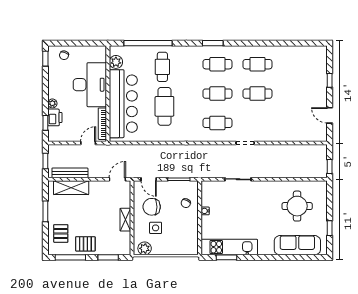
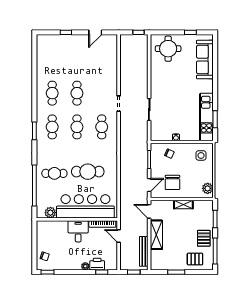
desk: (90, 85) -> (78, 231), width x0.53, depth x0.77
shelving: (71, 188) -> (156, 235), moved
round table: (297, 206) -> (168, 49), moved
side table: (156, 228) -> (201, 155), moved

